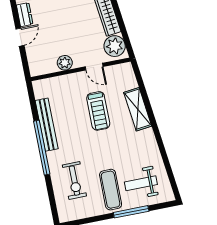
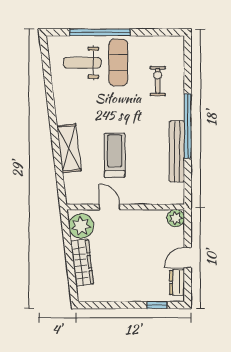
plant: (65, 63) -> (176, 218), moved
exercise bike: (74, 181) -> (158, 81), width x0.73, depth x0.72
weight bench: (141, 183) -> (82, 63), turned 180
window: (131, 212) -> (100, 32), width x1.46

